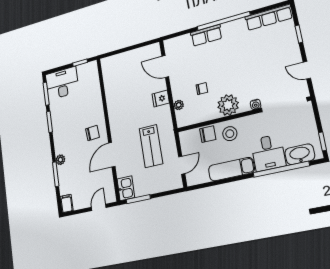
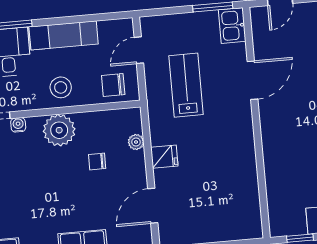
door: (165, 67) -> (153, 206), swing flipped
chair: (92, 133) -> (284, 119), removed
chair: (208, 134) -> (113, 85), moved

